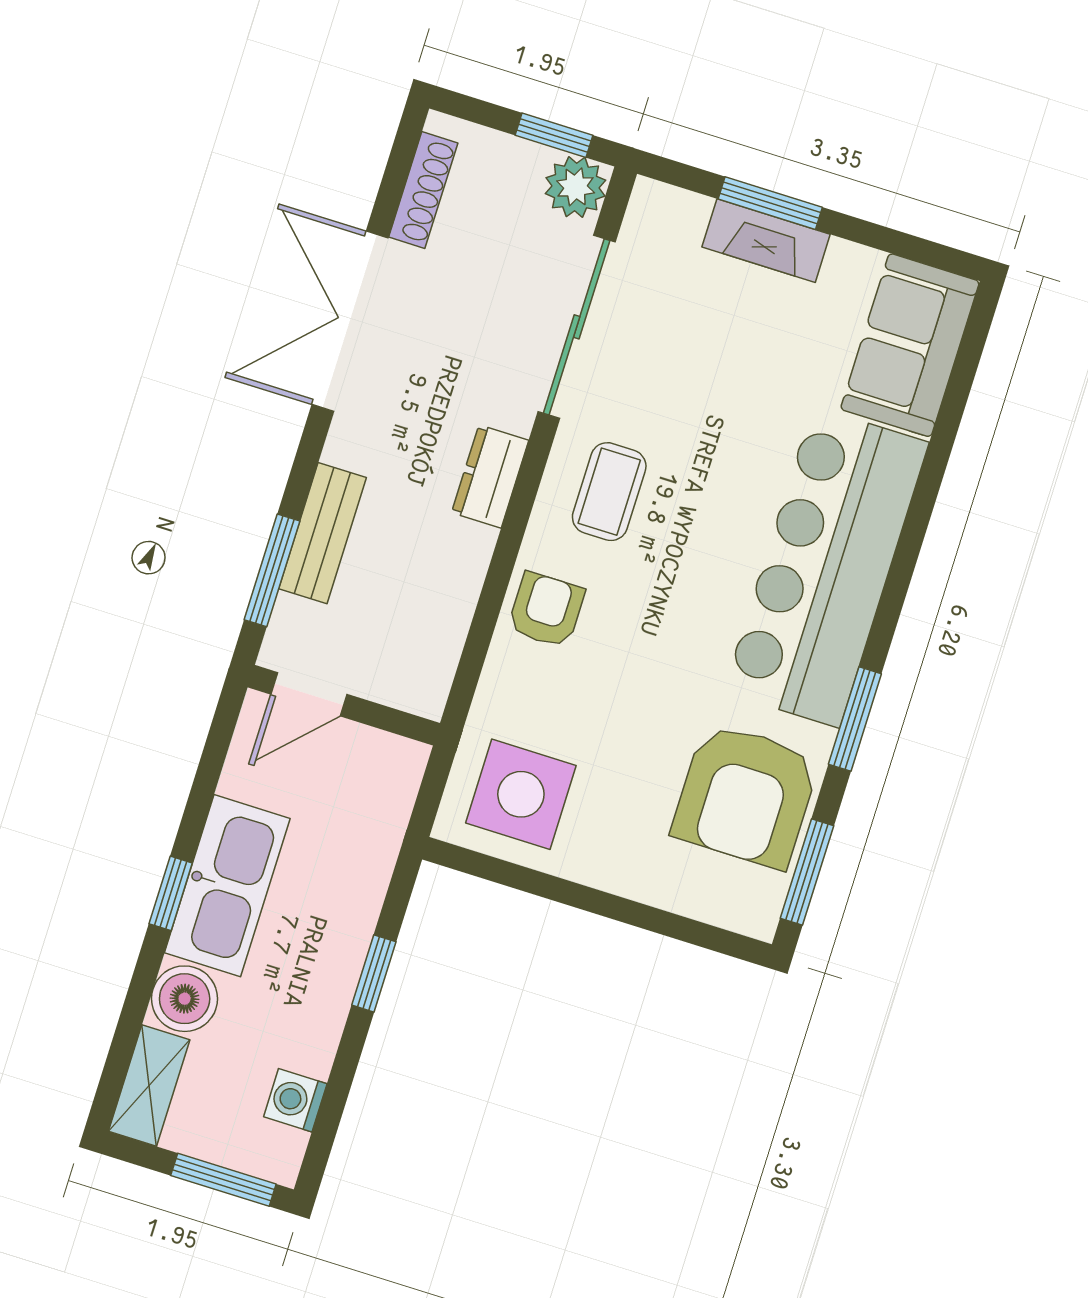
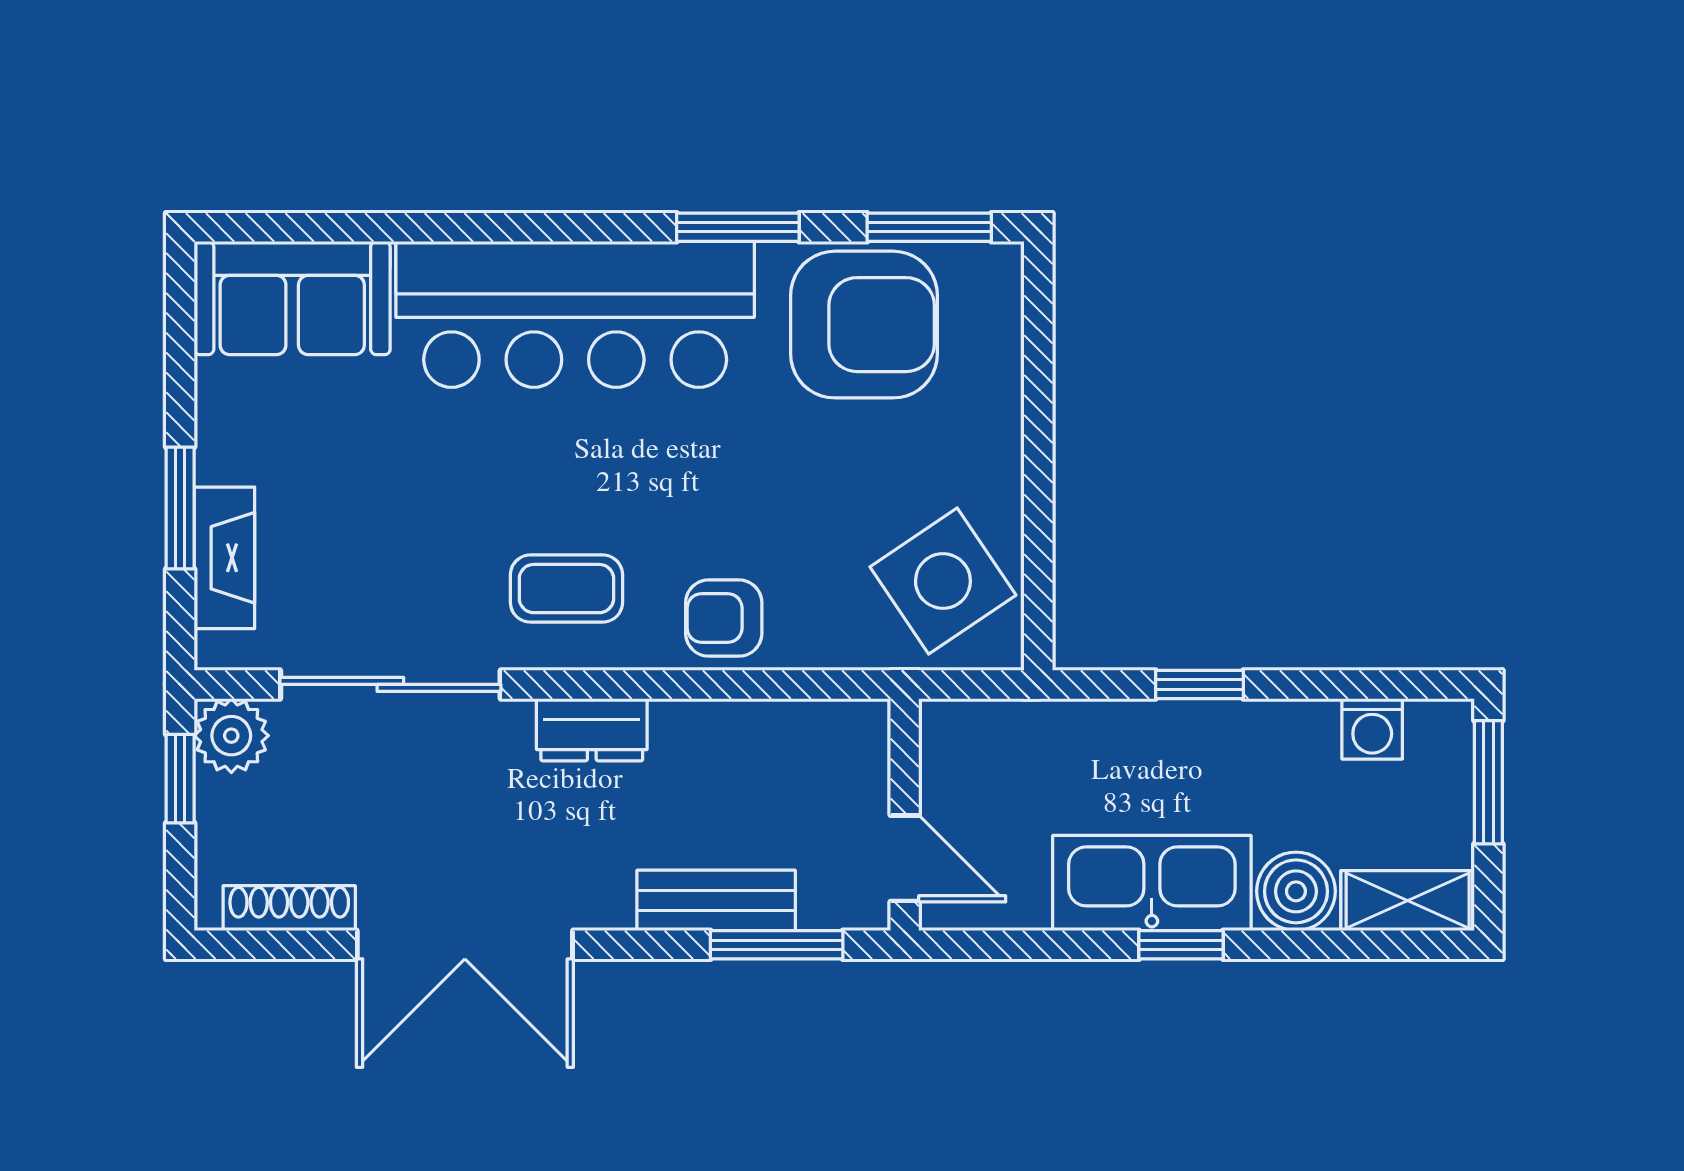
fireplace: (766, 241) -> (224, 558), moved
side table: (521, 794) -> (943, 581), turned -34

